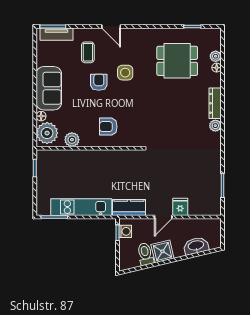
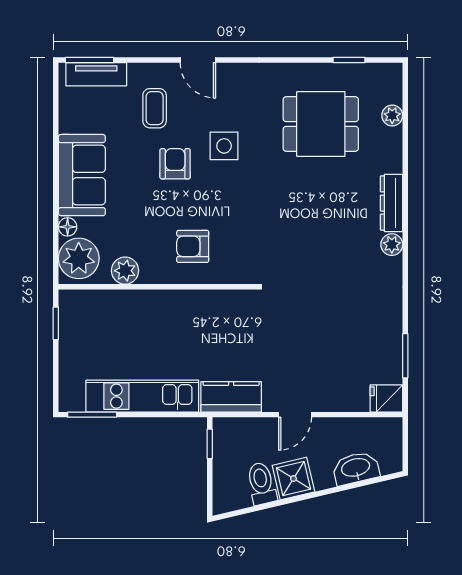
floor lamp: (217, 68) -> (394, 137), removed
fridge: (180, 207) -> (386, 398), moved, turned -90
washing machine: (125, 231) -> (224, 441), removed

